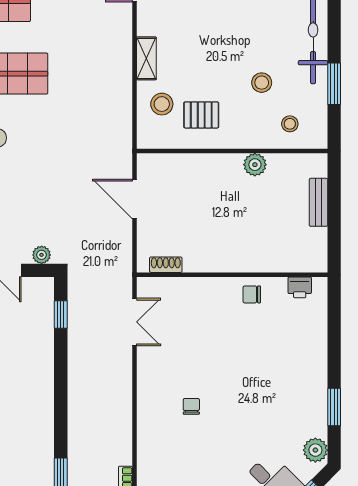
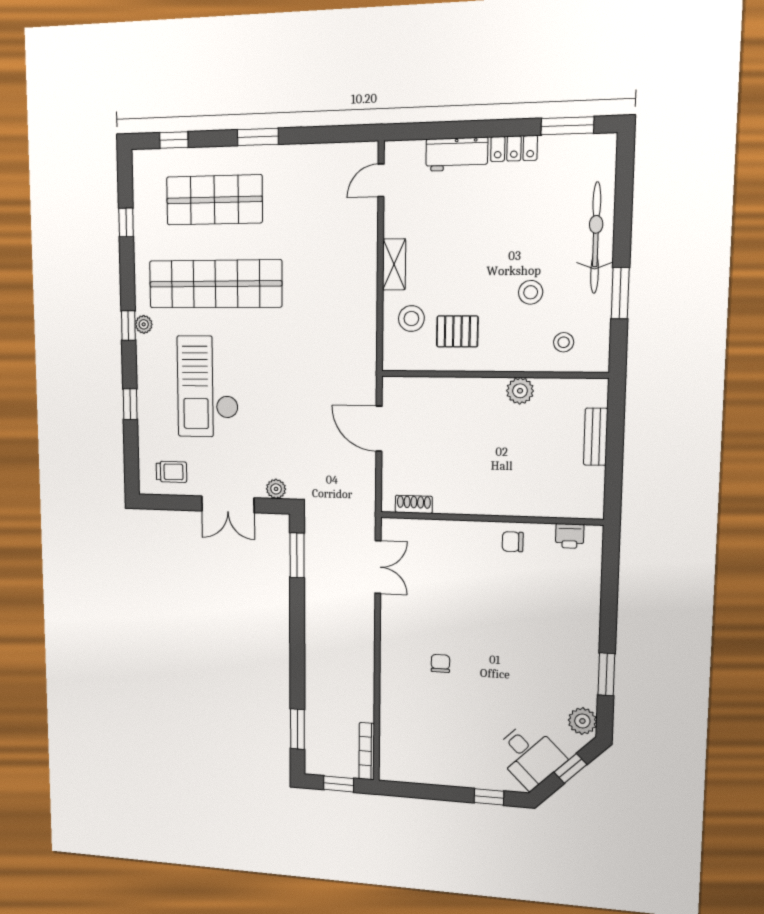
window: (61, 314) -> (297, 555), width x1.50

